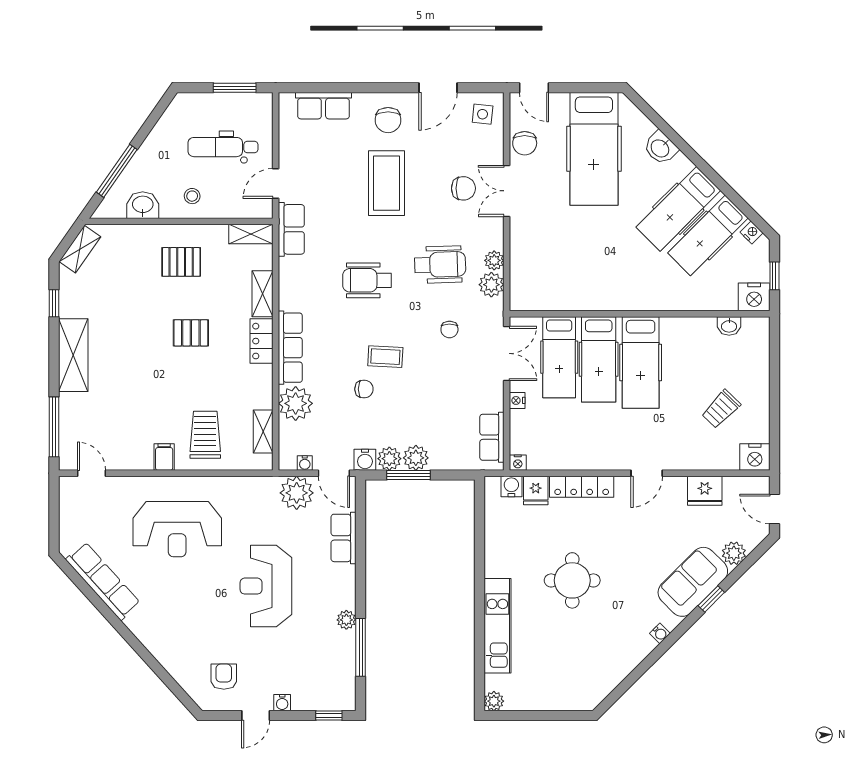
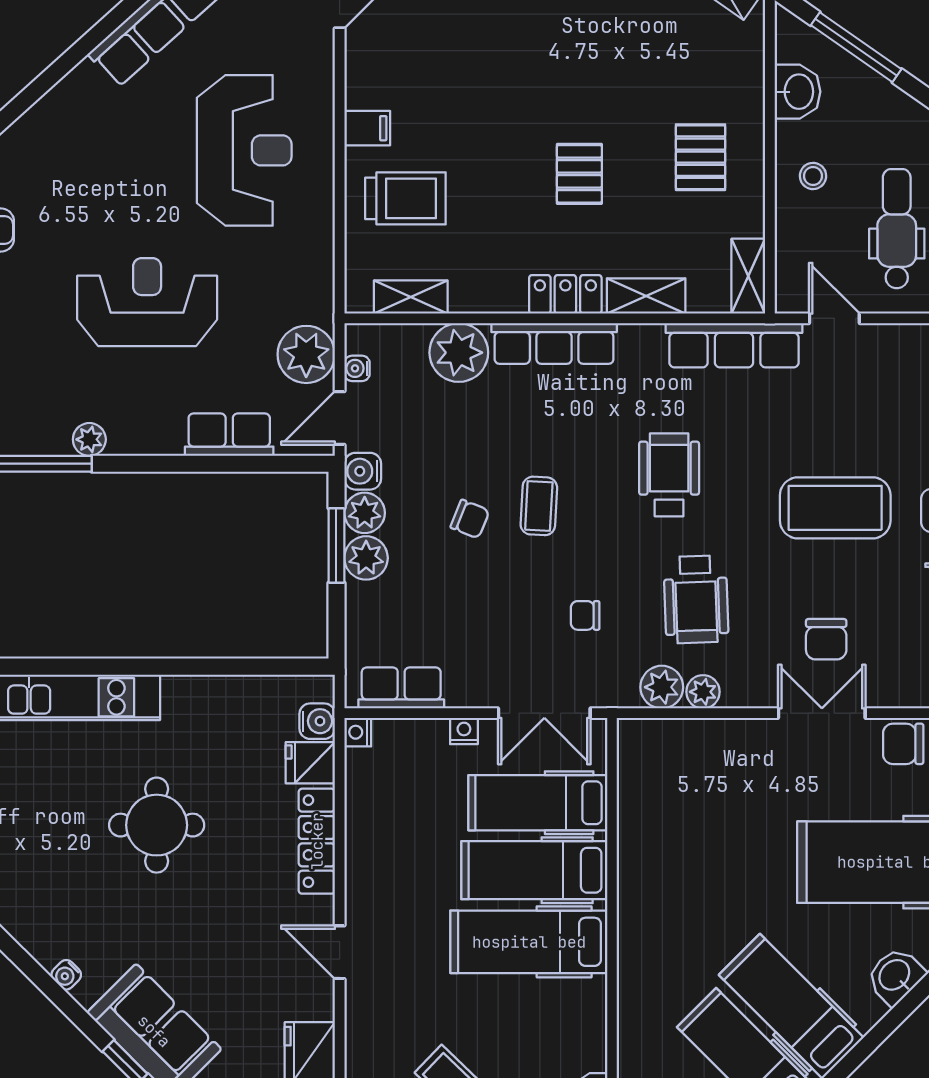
row of seats: (291, 229) -> (734, 345), width x1.48
chair: (364, 389) -> (470, 519), moved, turned -68
reception desk: (177, 529) -> (244, 150), turned 180

